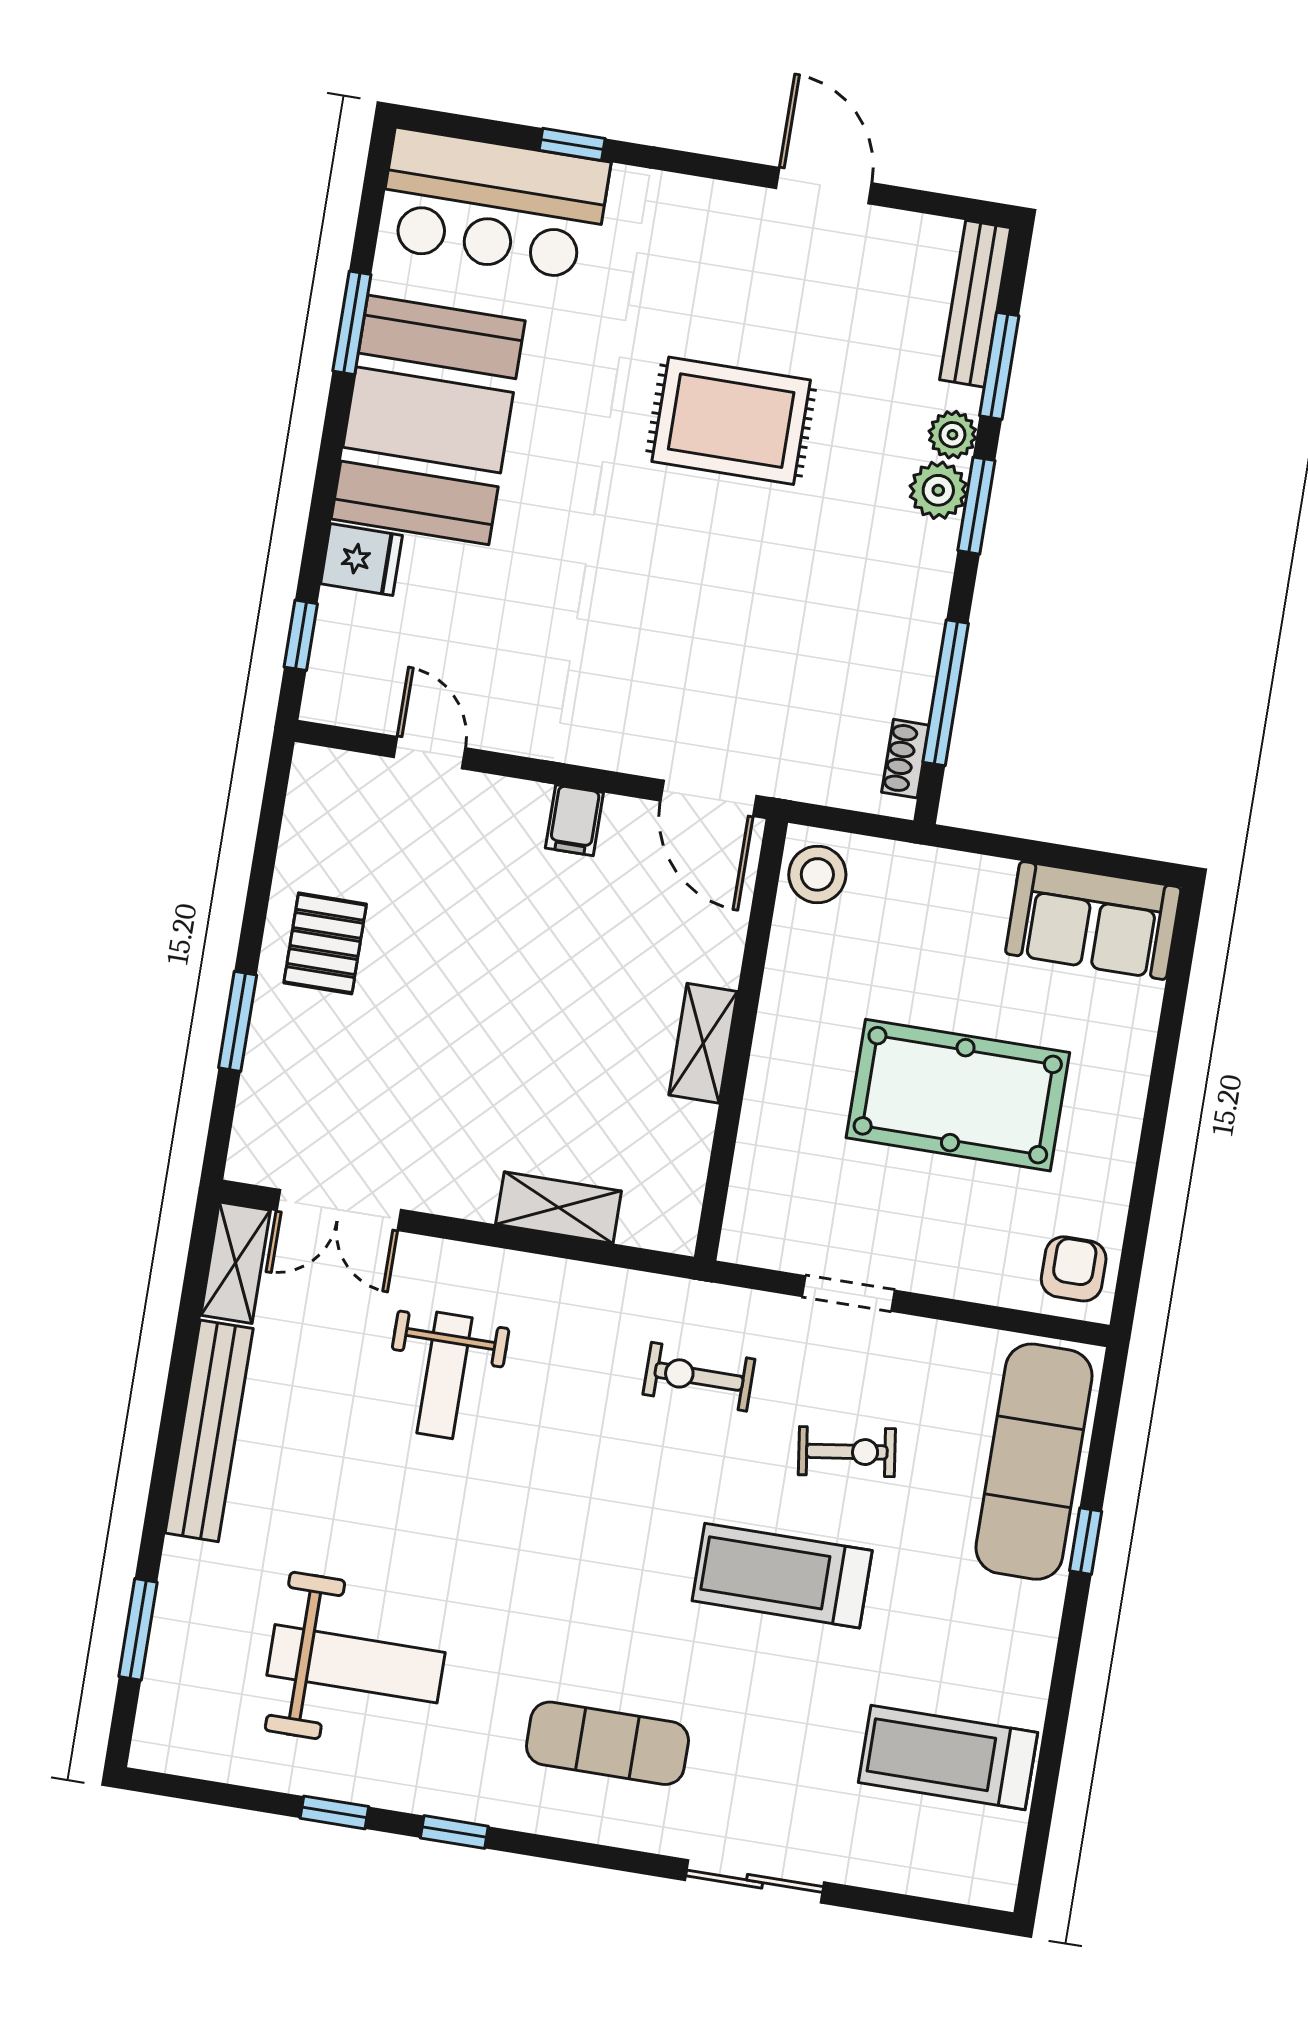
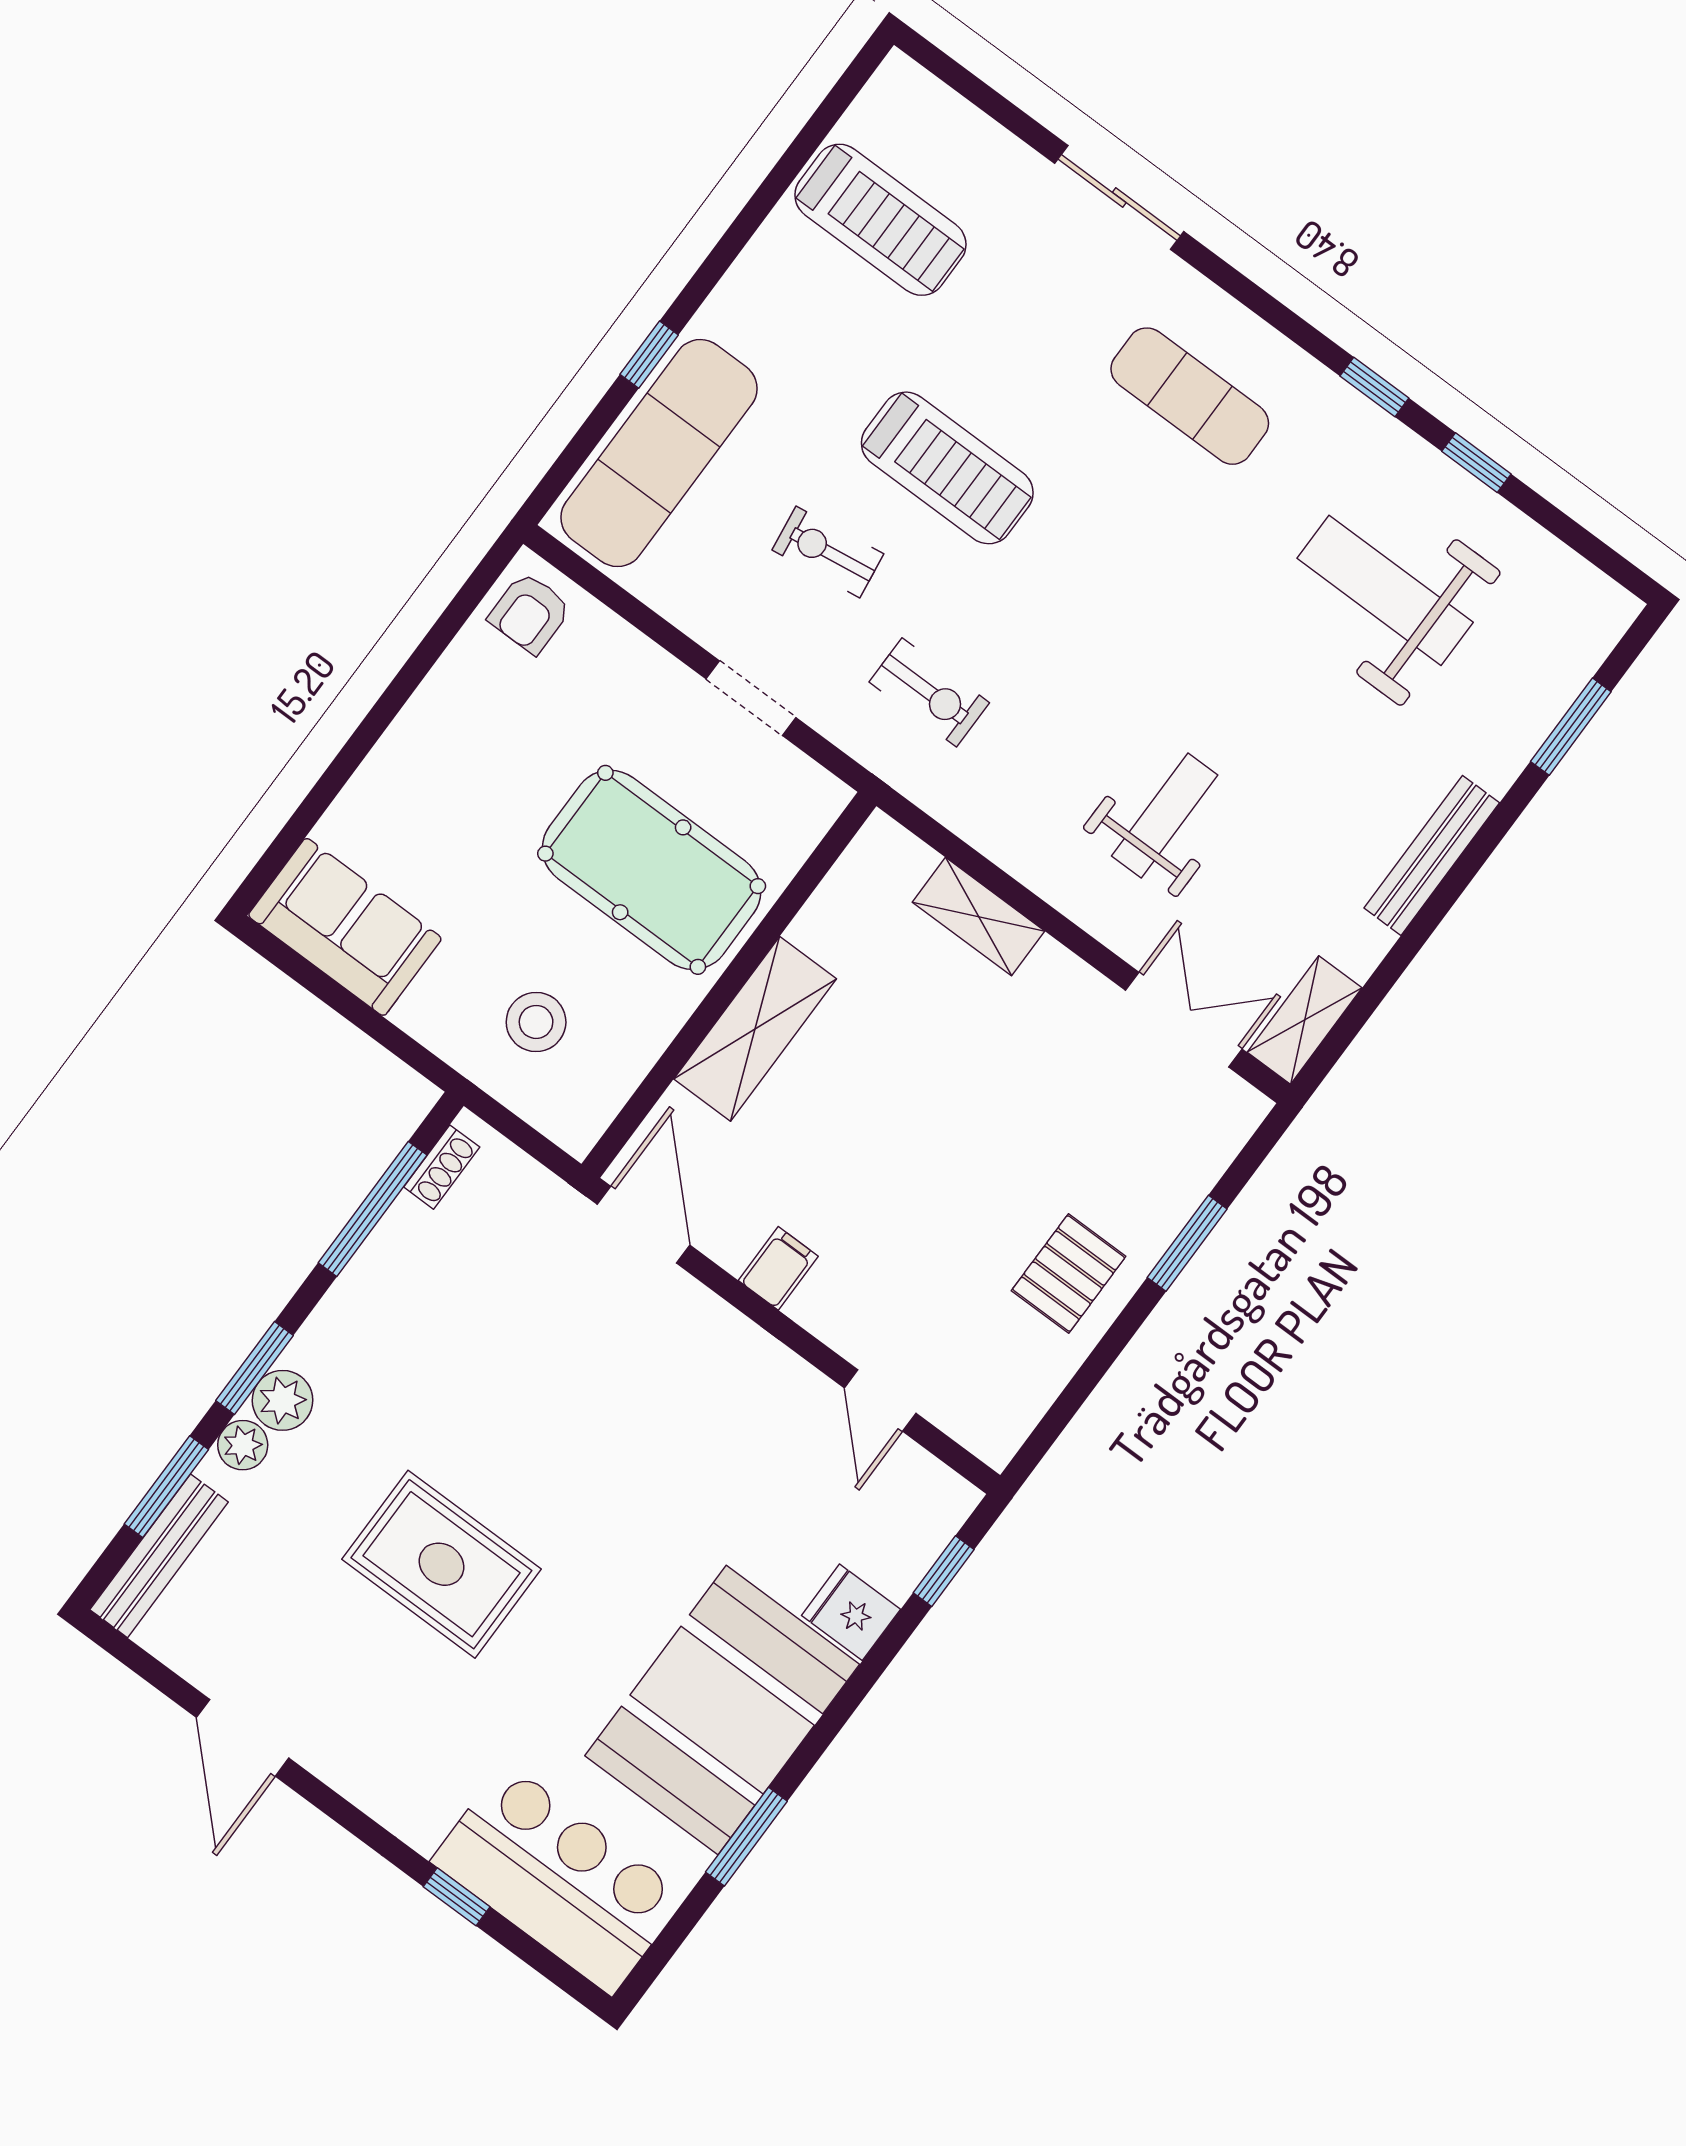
stool: (817, 874) -> (536, 1022), moved
shelving: (703, 1043) -> (755, 1029), width x1.50, depth x1.33
pool table: (958, 1095) -> (652, 870), moved
bench: (209, 1431) -> (1432, 855), width x0.73, depth x0.82

